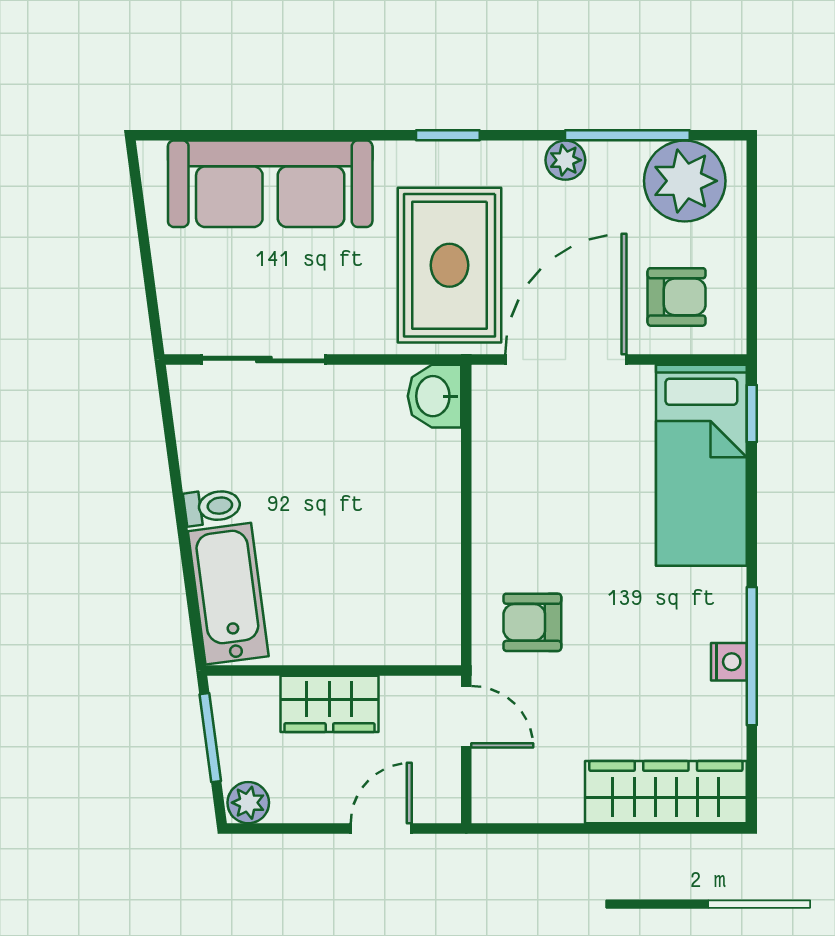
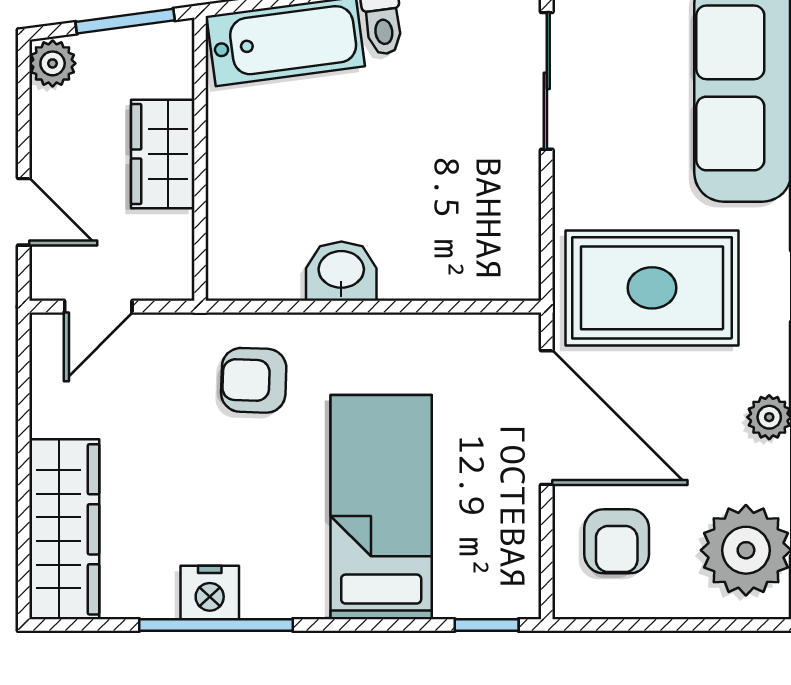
washbasin: (434, 396) -> (341, 271), moved
bed: (701, 465) -> (381, 507), moved, turned 90
armchair: (532, 622) -> (254, 380), turned -88
nightstand: (729, 662) -> (210, 593), width x1.39, depth x1.35
door: (466, 717) -> (98, 307), moved

